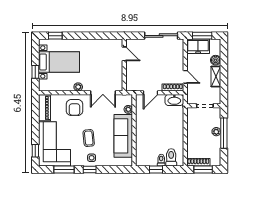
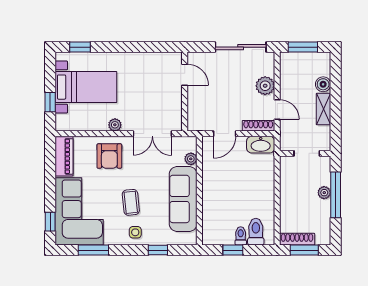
freezer: (198, 46) -> (297, 63), removed
plant: (177, 61) -> (265, 86), added
window: (90, 170) -> (158, 250), moved

